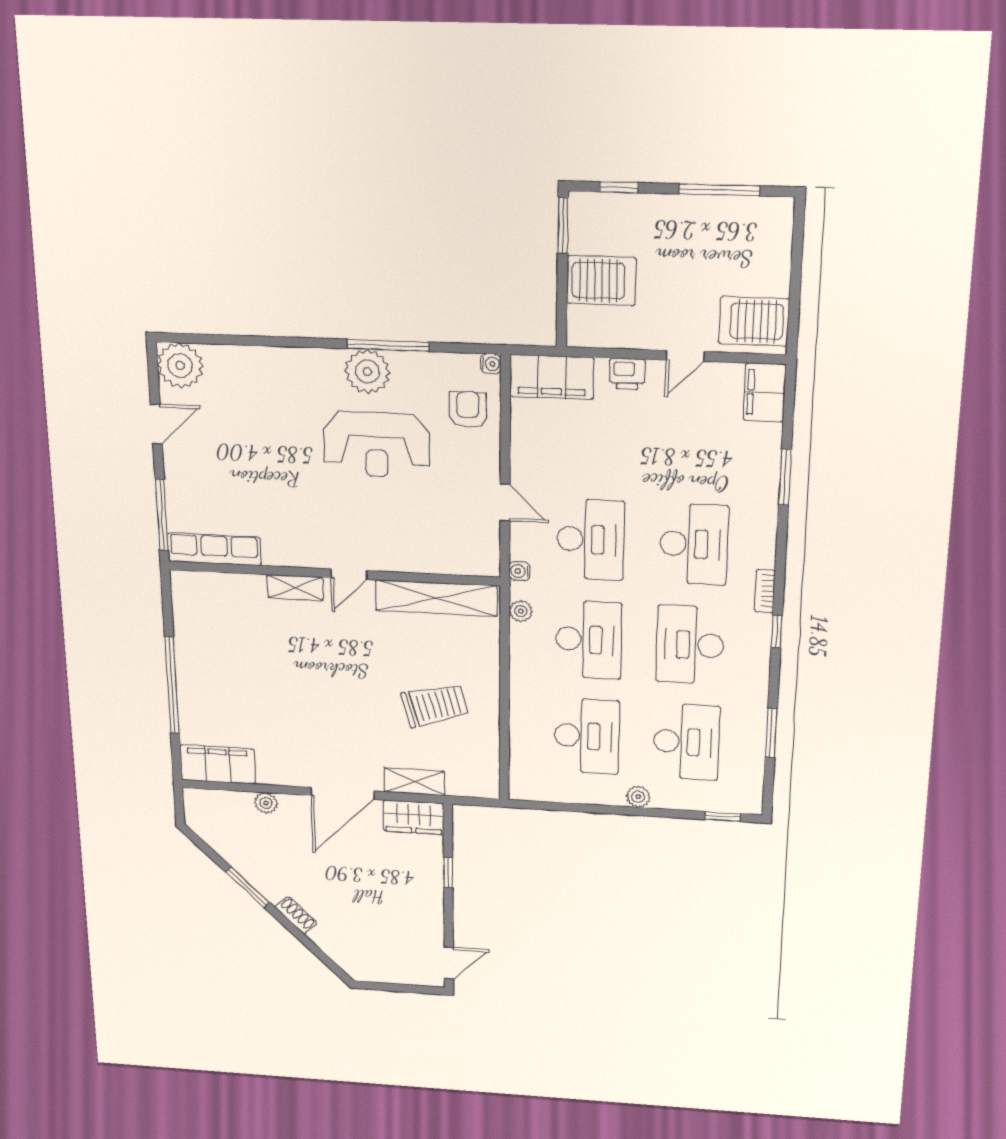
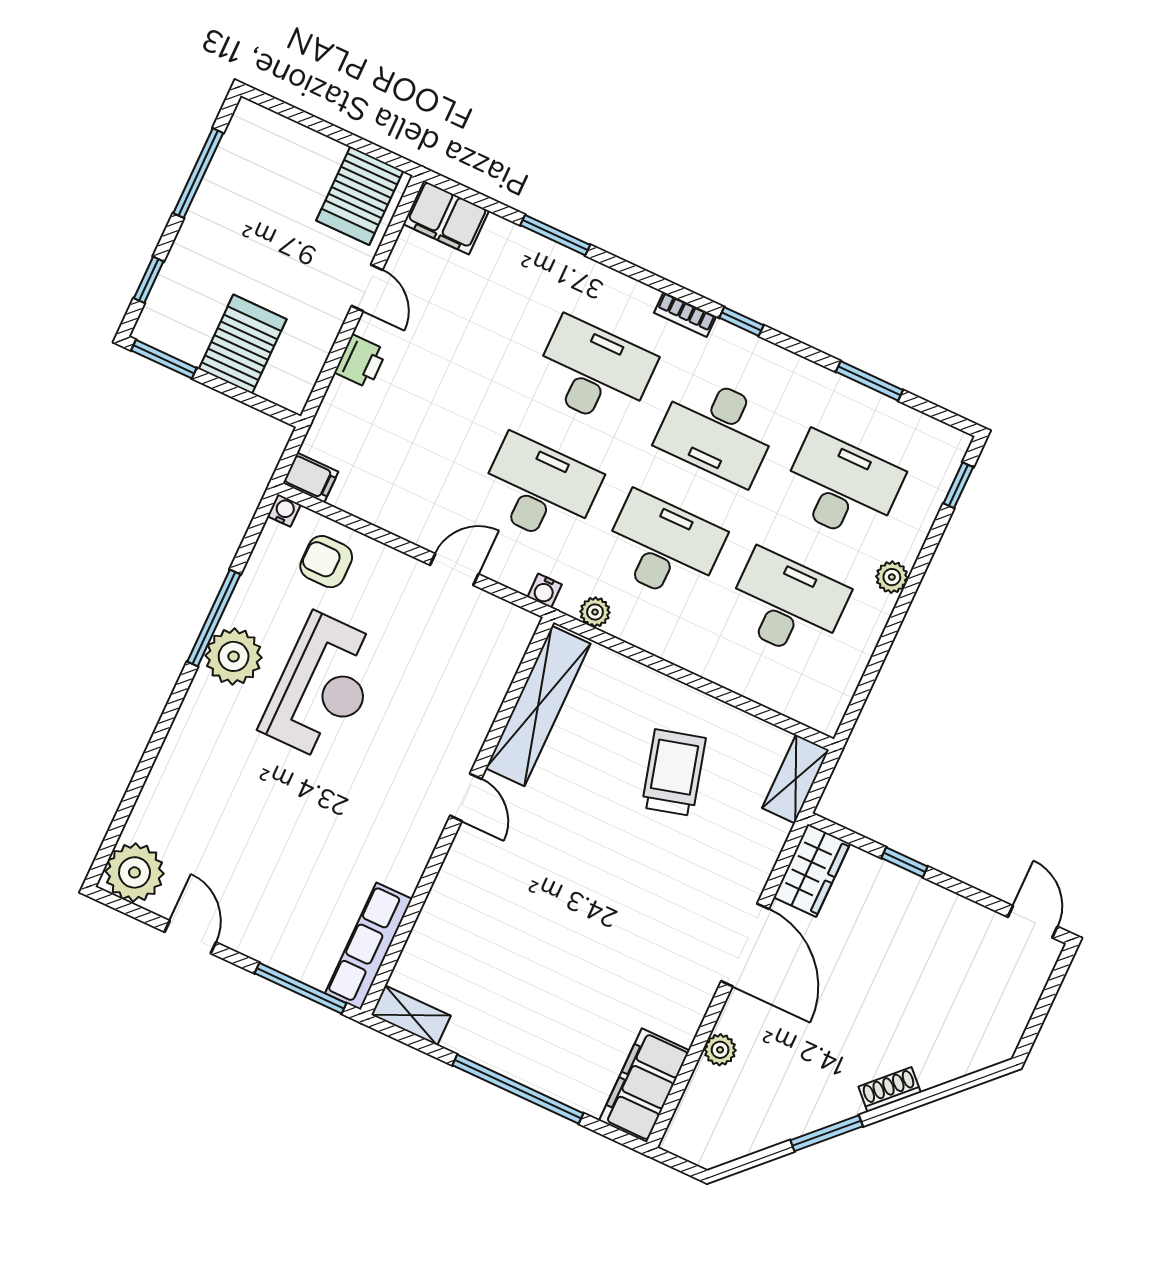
filing cabinet: (552, 377) -> (310, 478), width x0.33, depth x0.86
shelving: (295, 588) -> (411, 1015), moved, turned 90
shelving: (414, 782) -> (796, 779), moved

